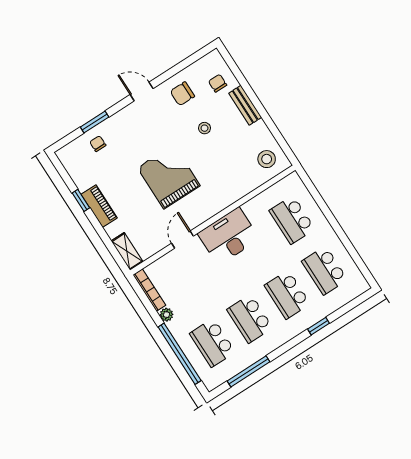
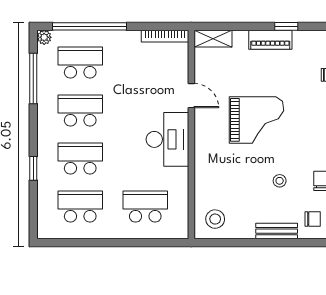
plant: (166, 315) -> (44, 37), moved

